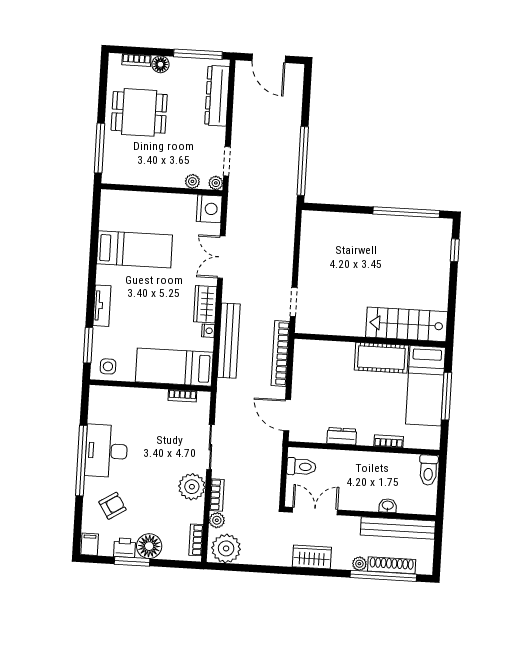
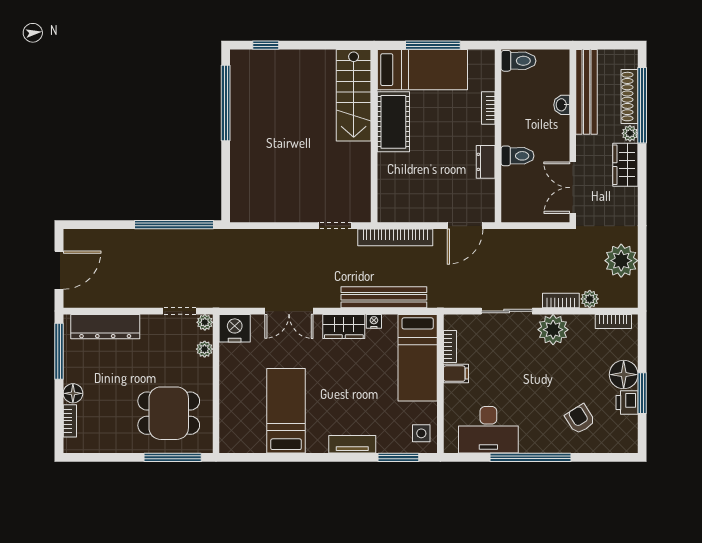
dining table: (139, 112) -> (169, 413), moved, turned 90
desk: (106, 451) -> (488, 430), moved
toilet: (301, 467) -> (518, 156), moved, turned 90
filing cabinet: (90, 544) -> (456, 374), moved, turned 180
plant: (226, 548) -> (621, 261), moved
wardrobe: (312, 557) -> (625, 165), moved

